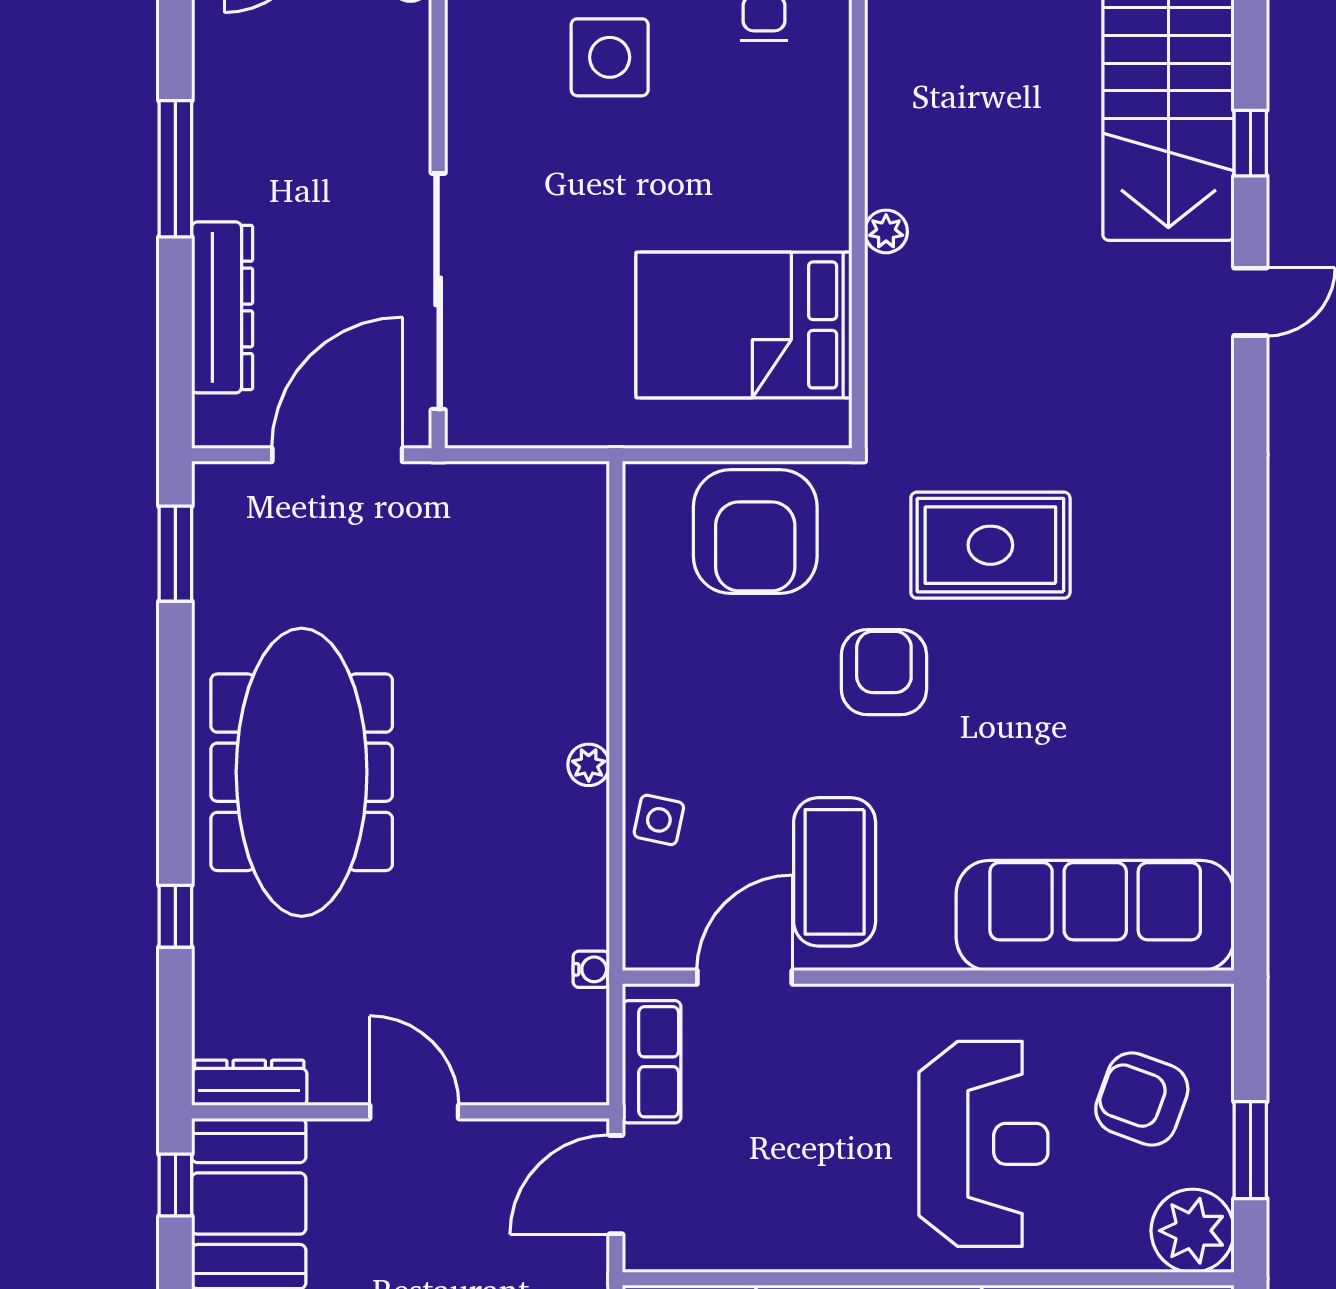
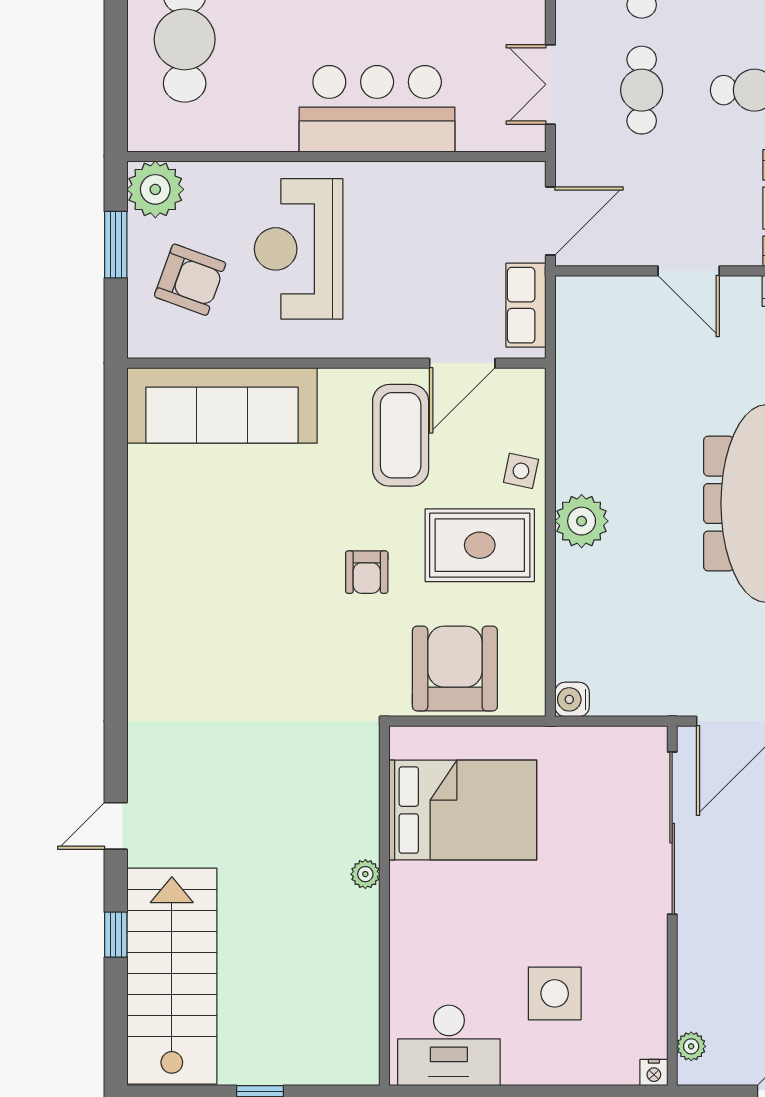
rug: (990, 545) -> (480, 545), moved
armchair: (884, 672) -> (367, 572), width x0.72, depth x0.72
plant: (589, 765) -> (582, 521), width x1.88, depth x1.88
water cooler: (591, 969) -> (572, 699), moved, width x1.38, depth x1.38

